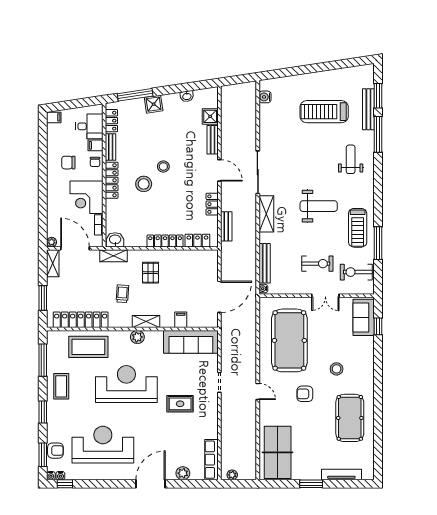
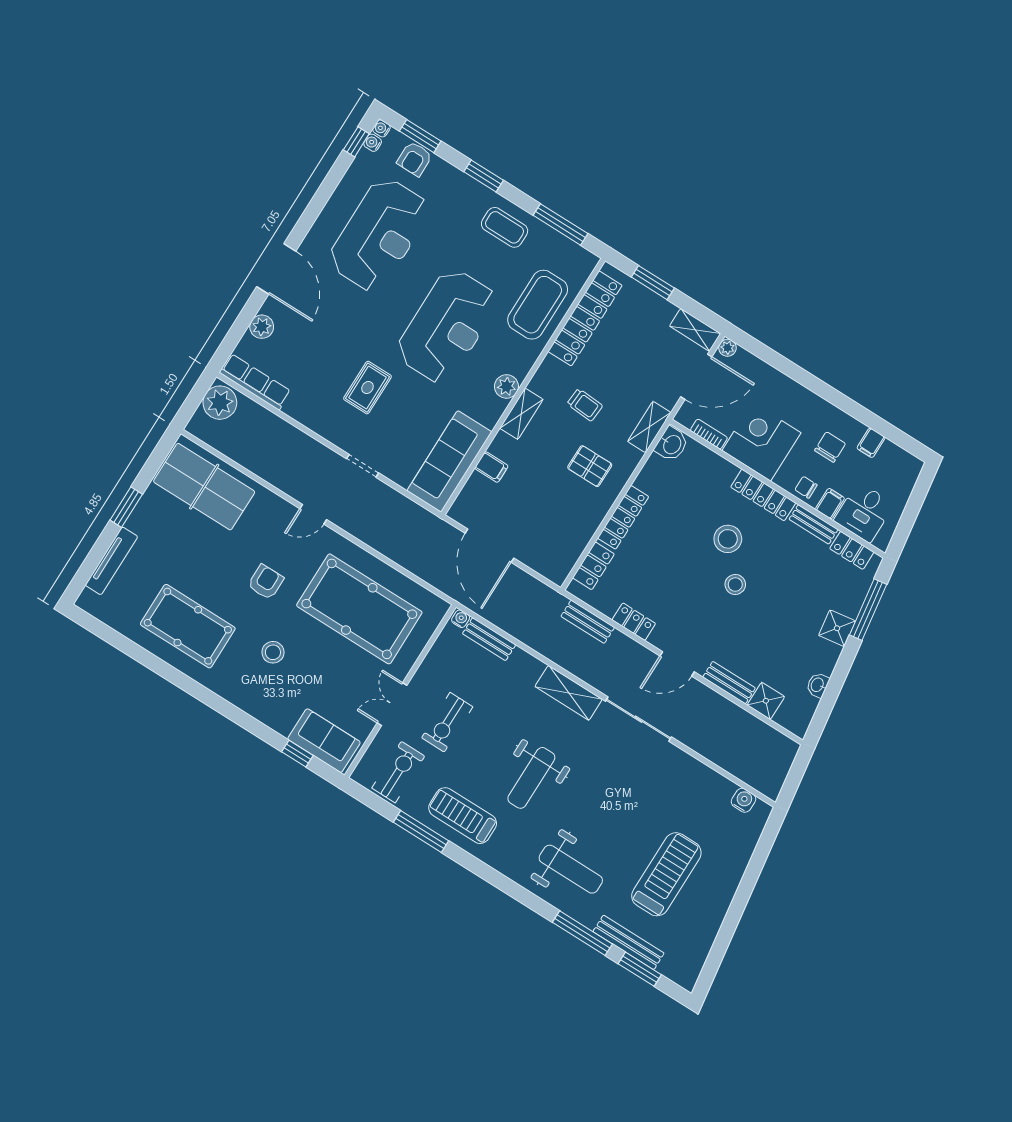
filing cabinet: (54, 117) -> (871, 443), moved
weight bench: (351, 159) -> (571, 869), width x1.36, depth x1.33
bench: (265, 263) -> (489, 639), width x0.73
plant: (232, 475) -> (220, 403), width x1.87, depth x1.87

